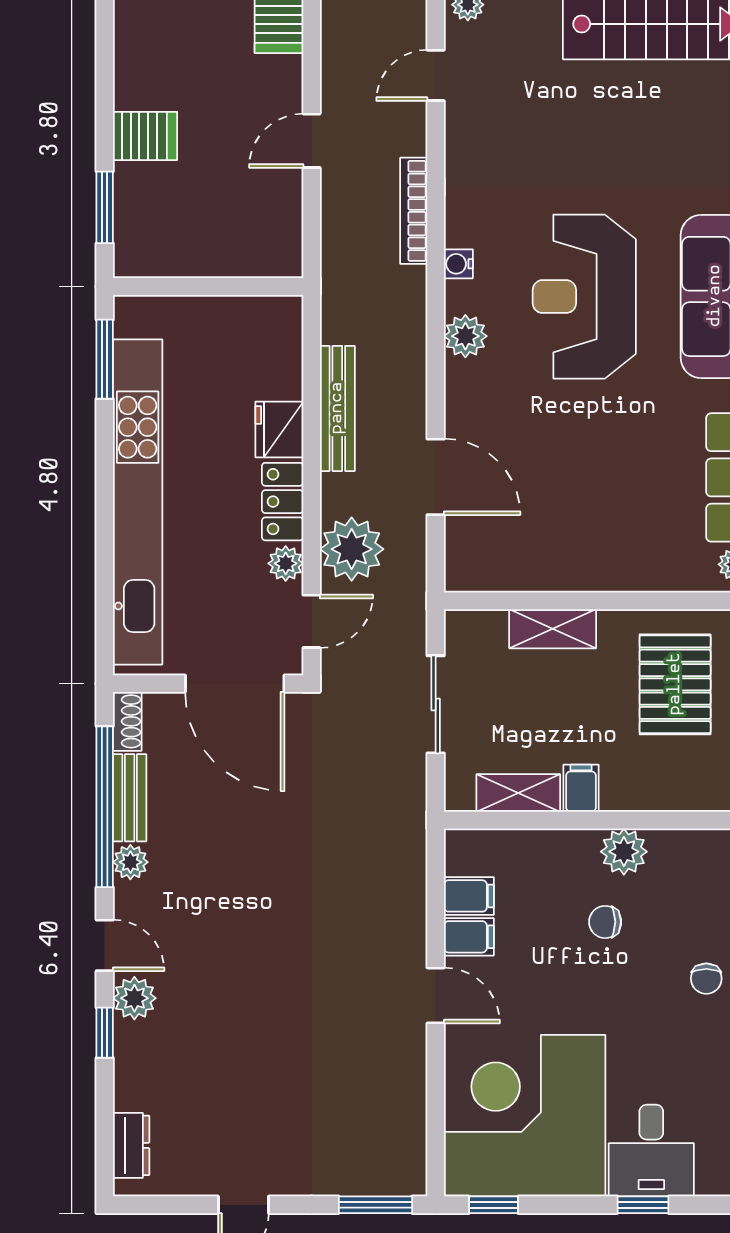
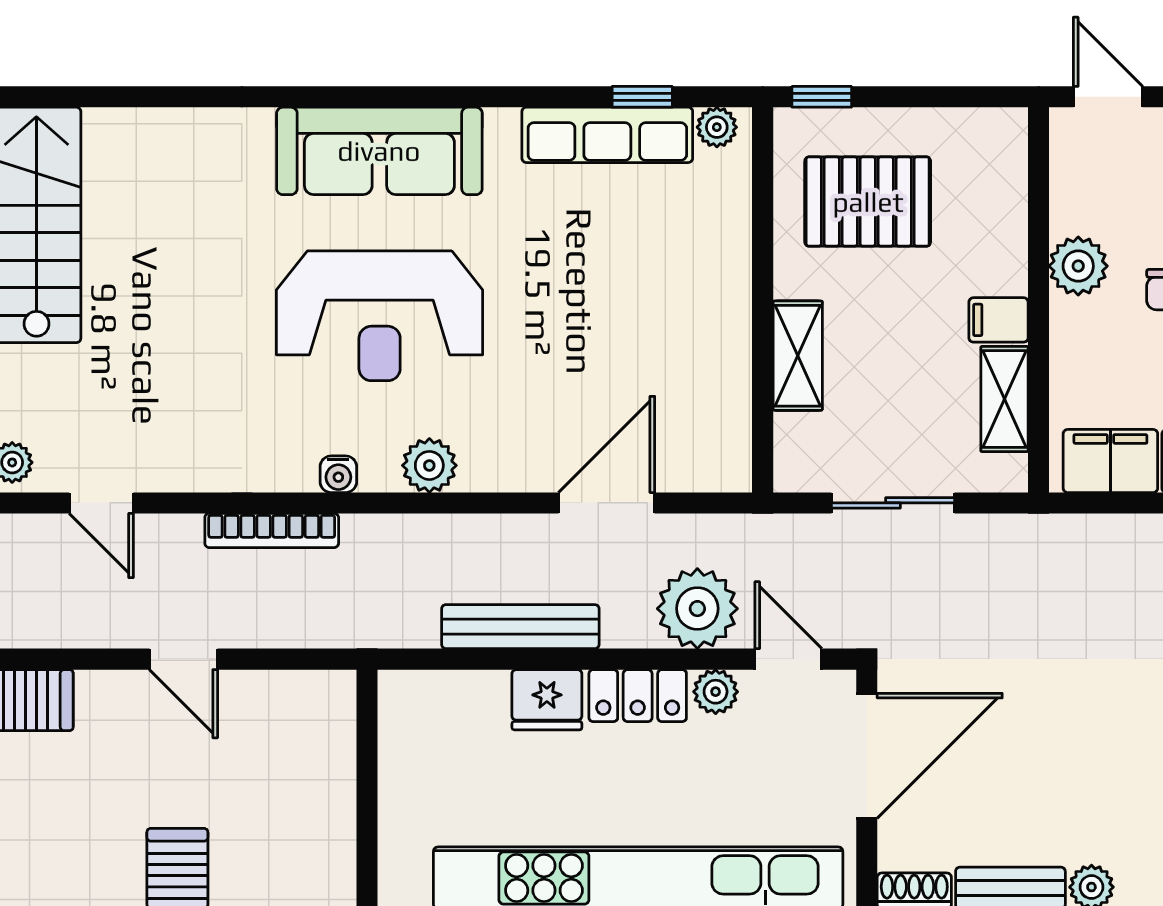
filing cabinet: (469, 896) -> (1110, 461), width x2.00

